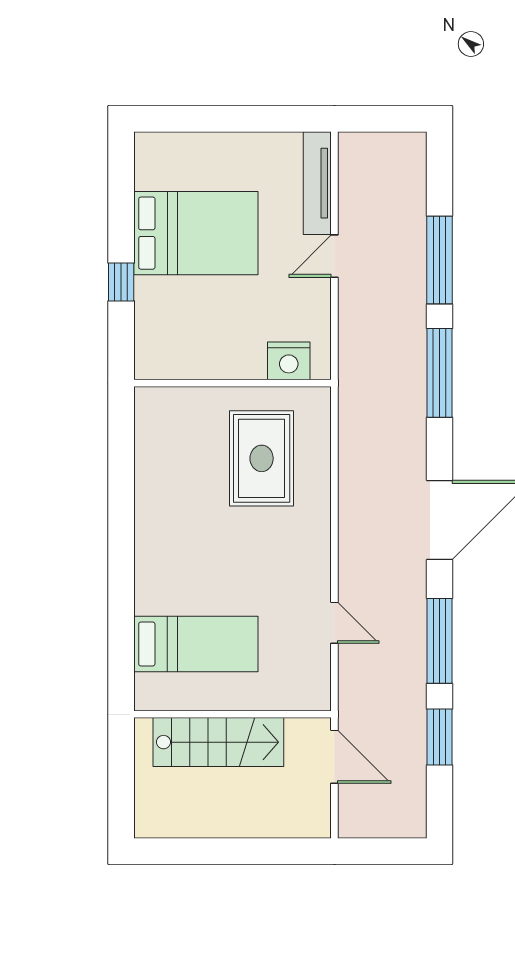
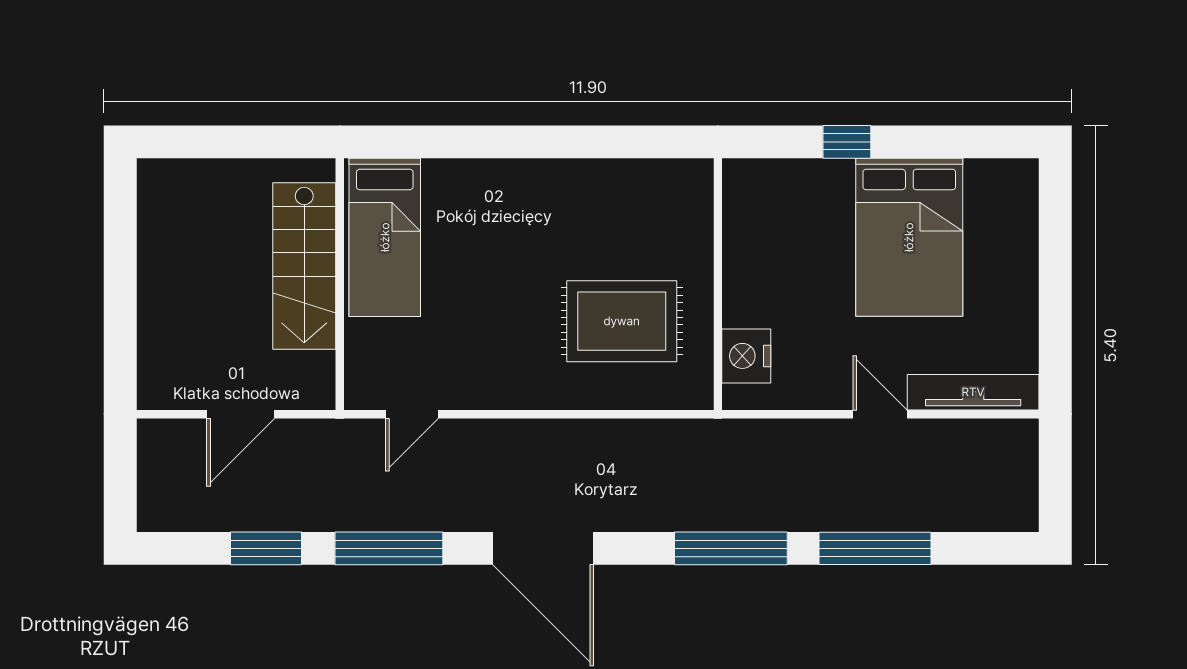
wall: (233, 714) -> (340, 284), moved
stairs: (218, 742) -> (304, 266), moved

